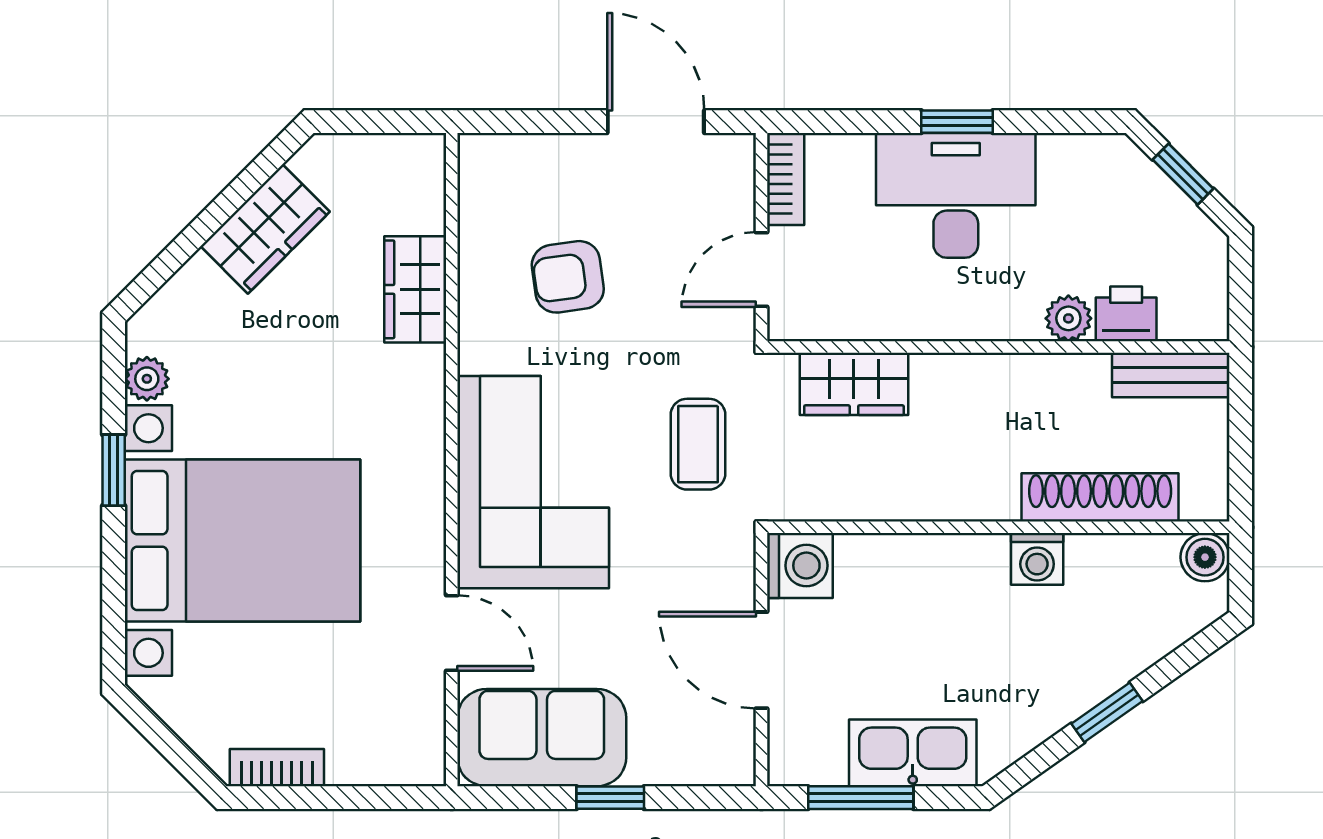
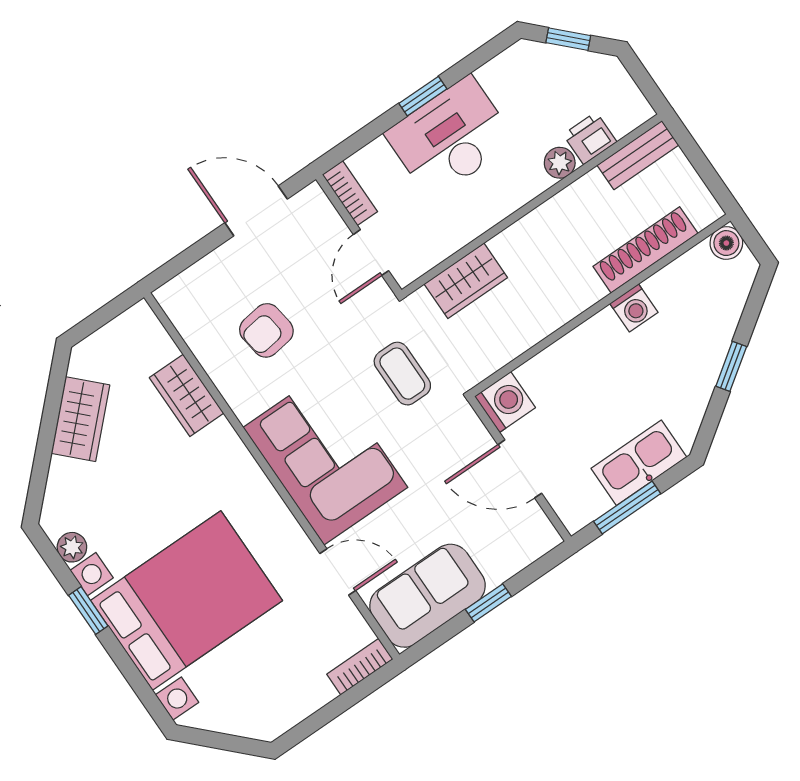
bookcase: (277, 768) -> (360, 667), moved

